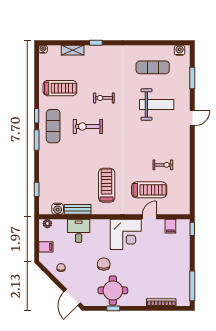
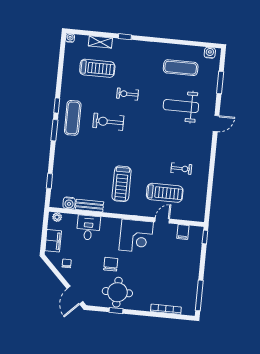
treadmill: (60, 88) -> (97, 68), moved
weight bench: (157, 104) -> (181, 106), turned 180
treadmill: (107, 185) -> (122, 184), turned 180
filing cabinet: (46, 247) -> (53, 241), width x2.00

